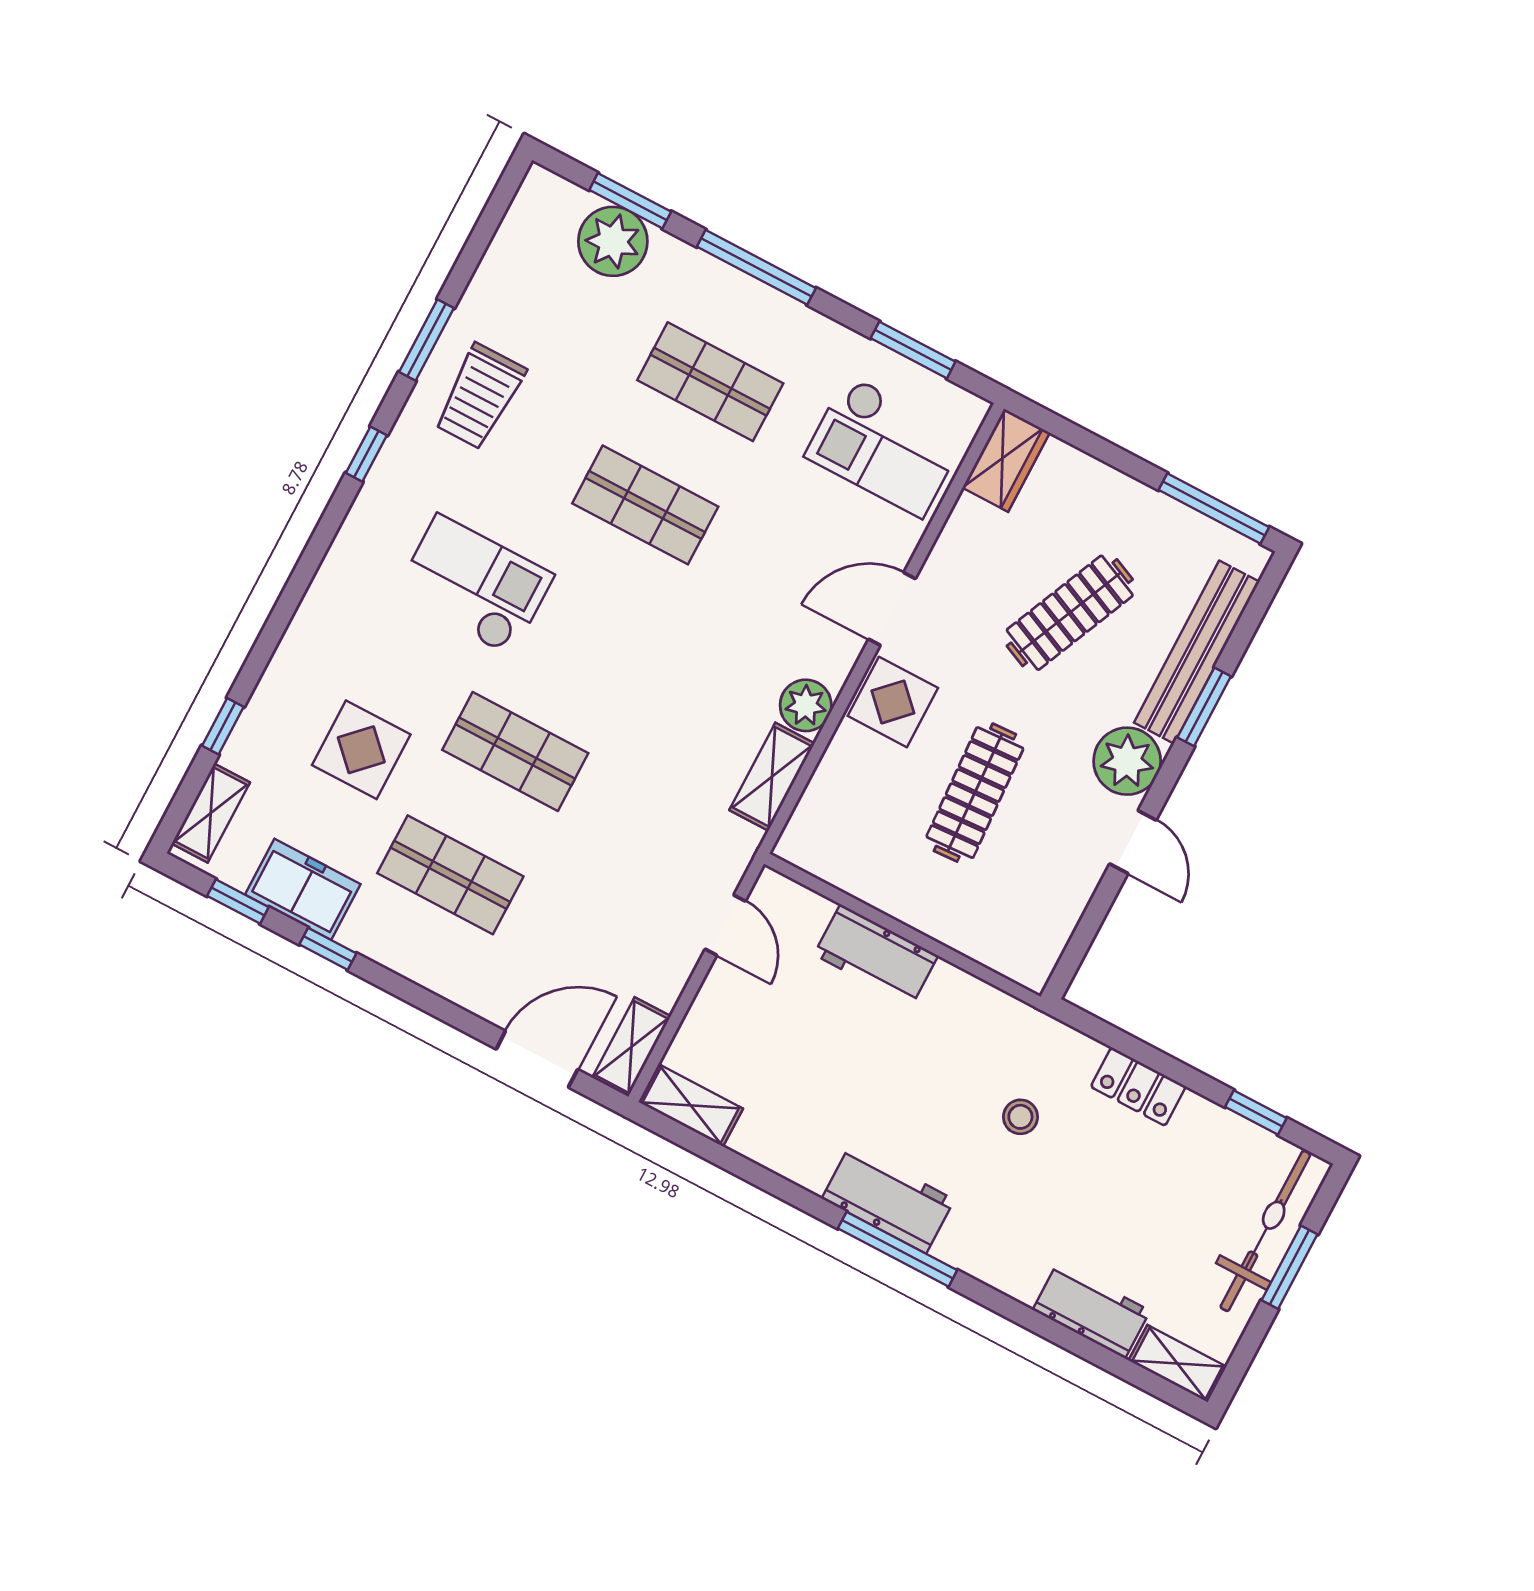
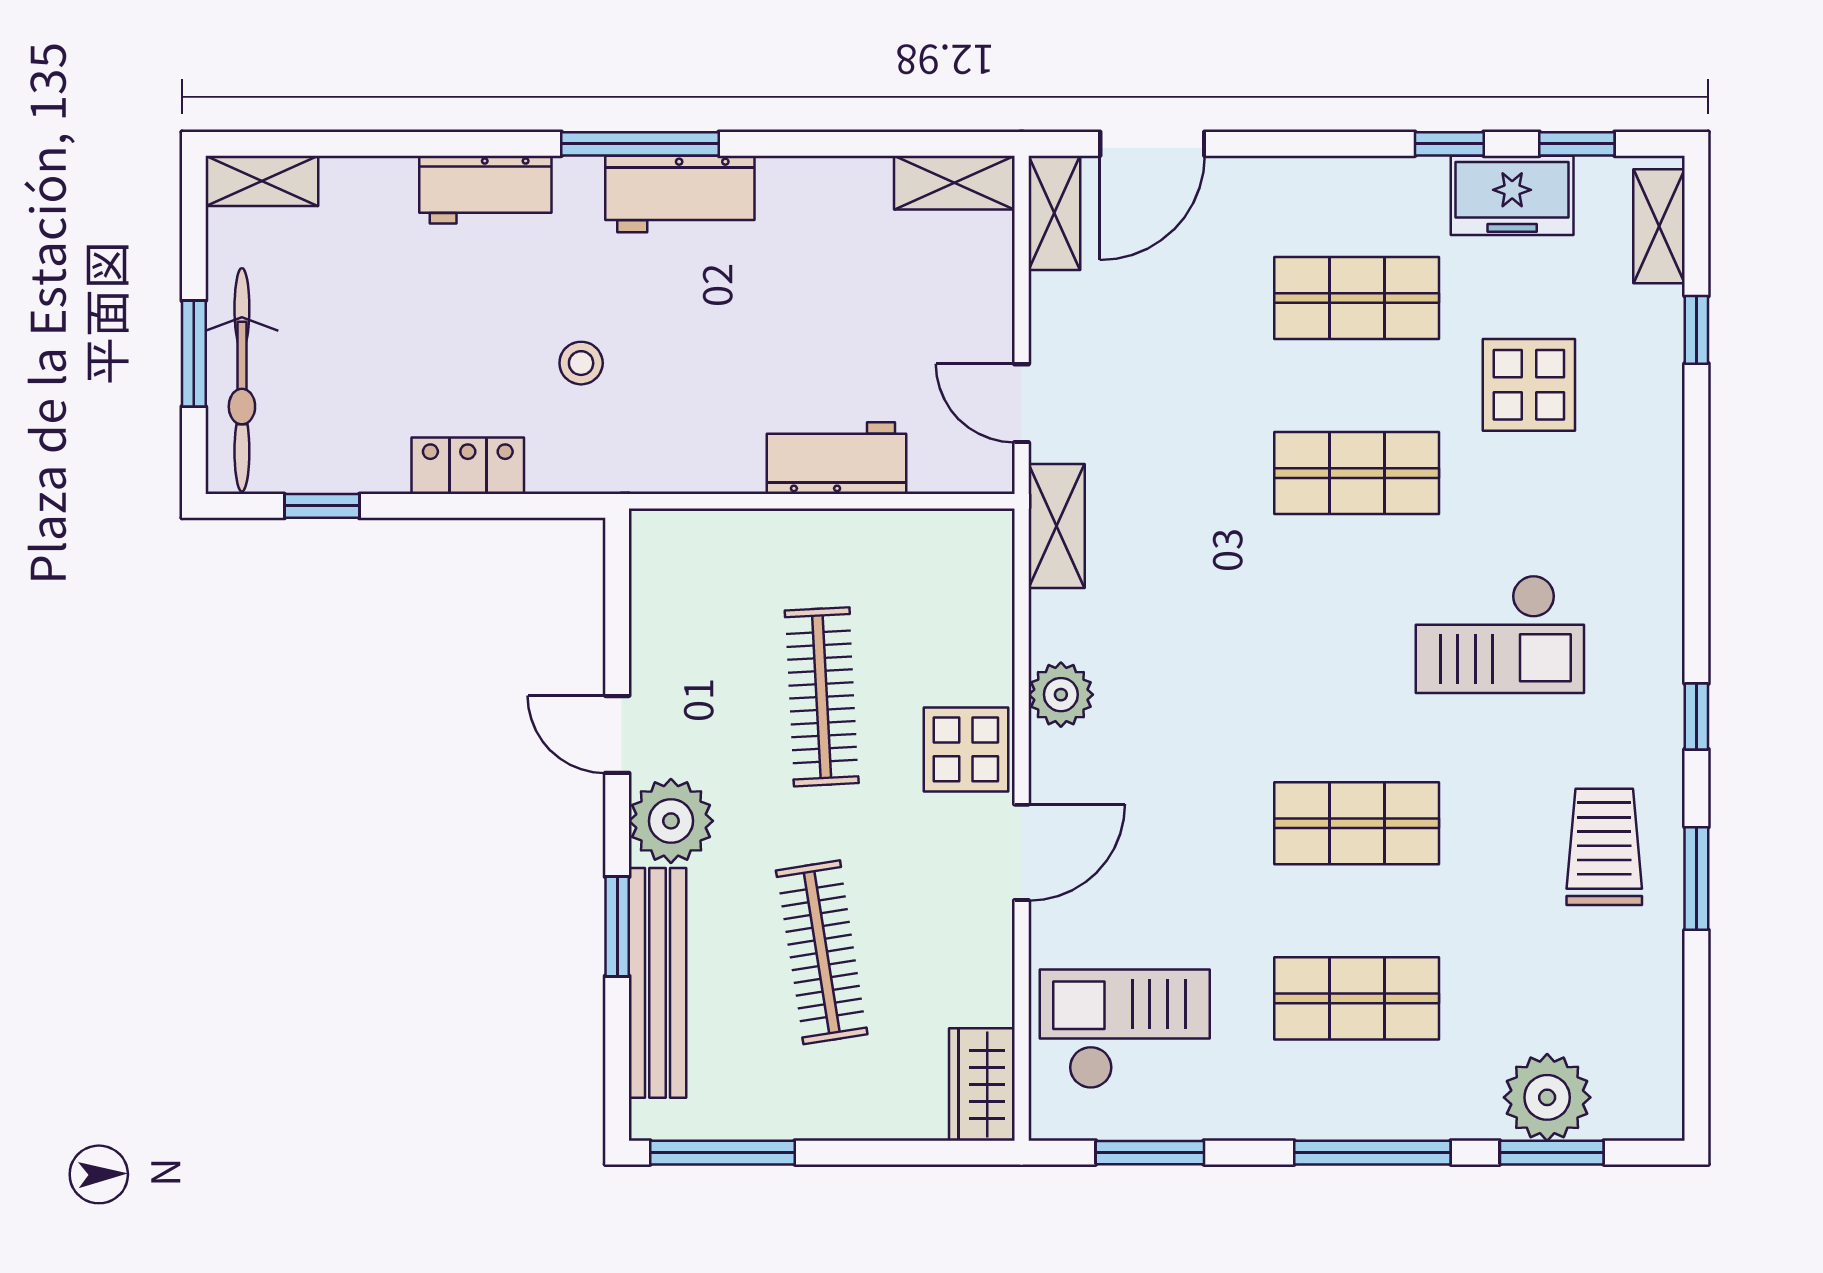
clothes rail: (1070, 613) -> (822, 952), turned -33
shelving: (772, 777) -> (1057, 526), moved
workbench: (1091, 1310) -> (485, 190), moved

